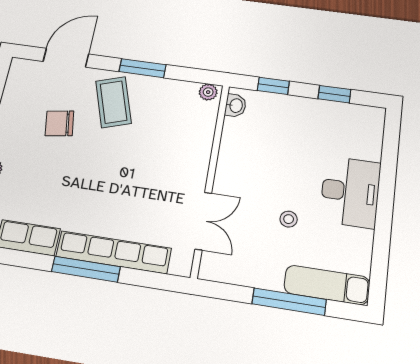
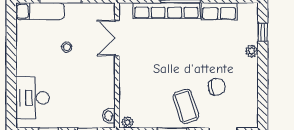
desk: (350, 192) -> (32, 98), moved

